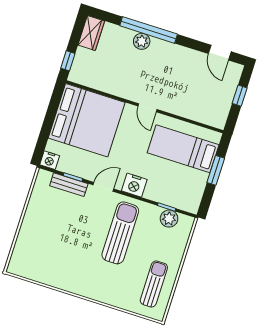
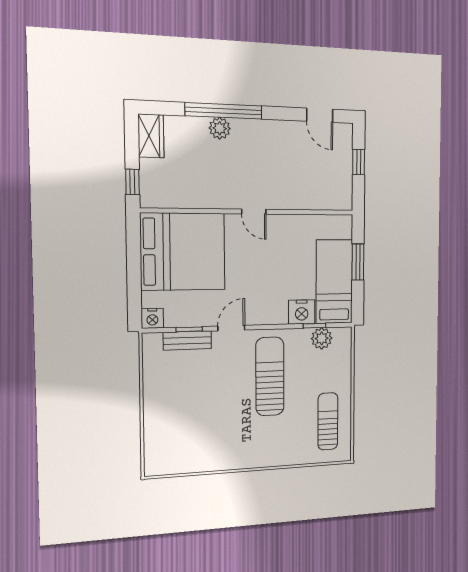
bed: (183, 149) -> (334, 282), moved, turned 90
nightstand: (134, 185) -> (302, 312), moved

